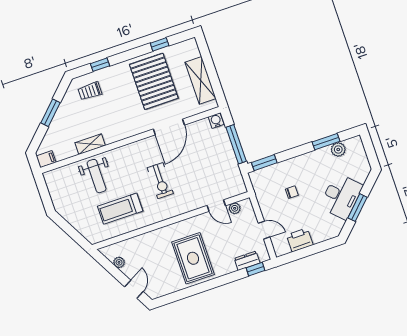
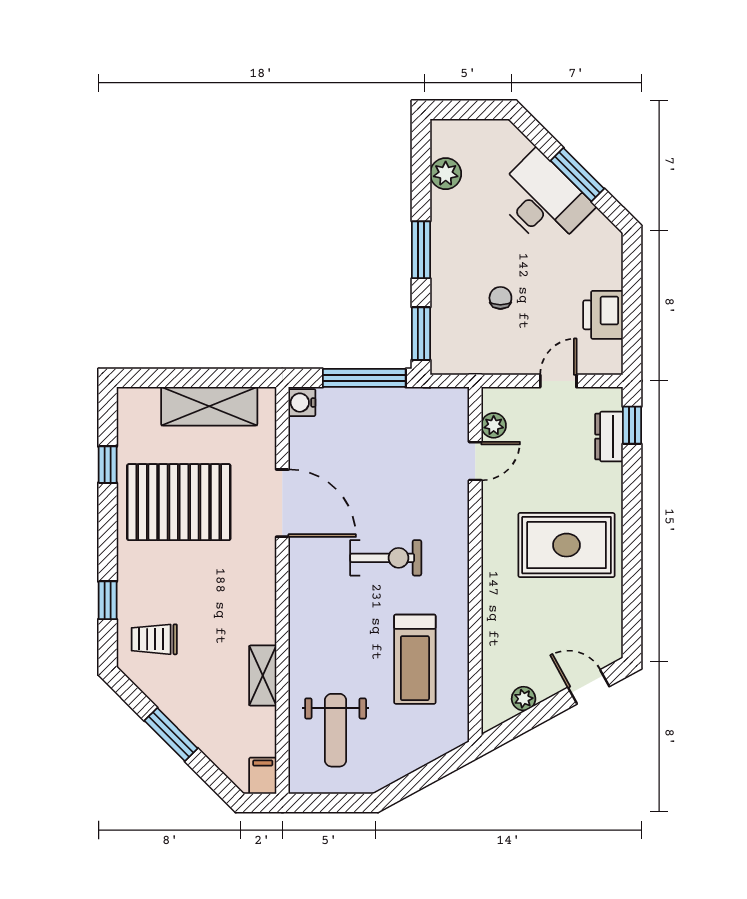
trolley: (90, 91) -> (154, 639), turned 90
window: (326, 142) -> (421, 250), moved
weight bench: (97, 176) -> (336, 730), moved, turned 90

